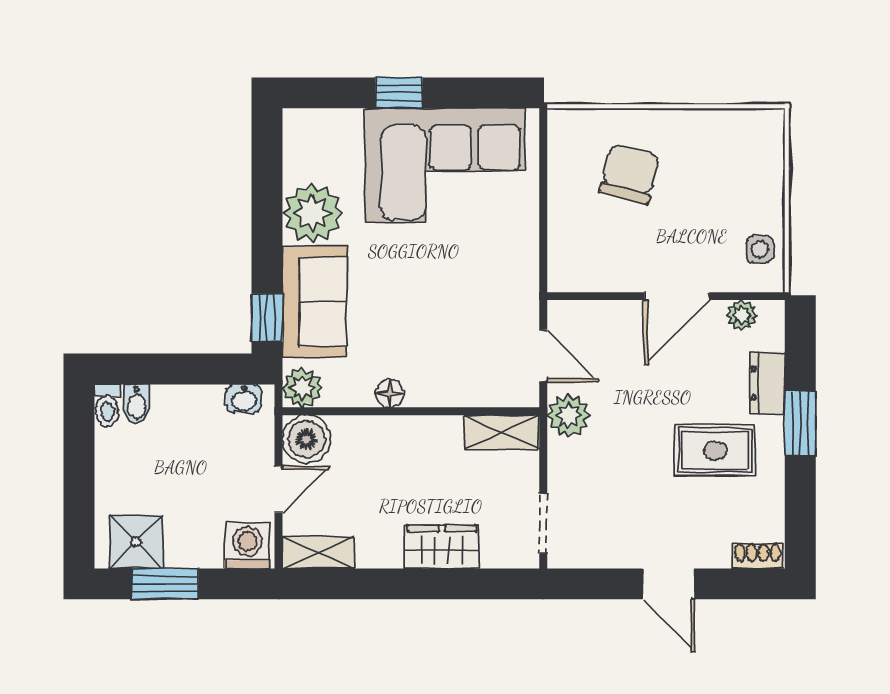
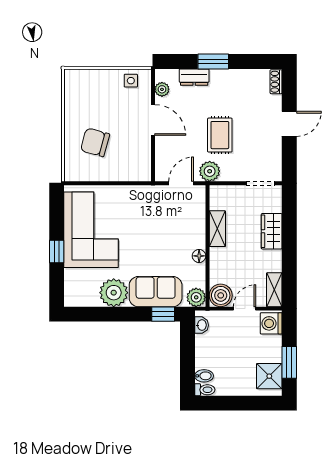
shelving: (501, 432) -> (217, 229), moved
rug: (715, 450) -> (220, 135), moved
door: (279, 490) -> (245, 309), hinge flipped

